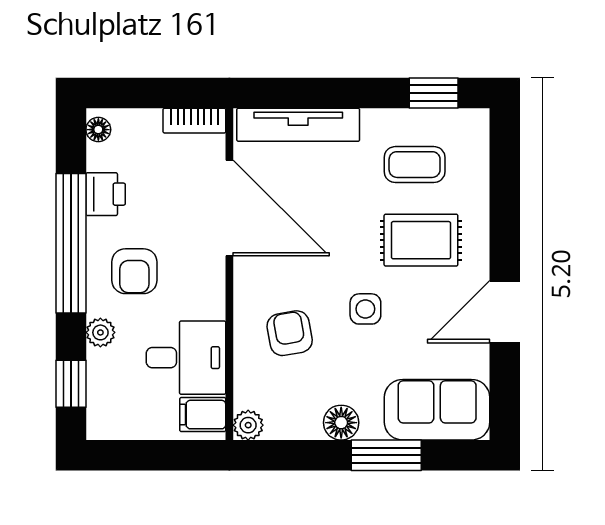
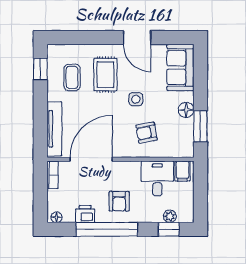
armchair: (134, 271) -> (119, 201), turned 90
plant: (100, 332) -> (170, 216), moved
plant: (248, 425) -> (187, 151), removed
window: (386, 455) -> (200, 126), moved

